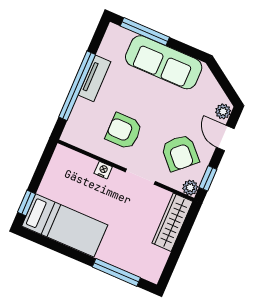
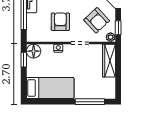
armchair: (124, 131) -> (60, 22), turned 90
floor lamp: (64, 158) -> (34, 51), added
window: (27, 203) -> (24, 60), moved

